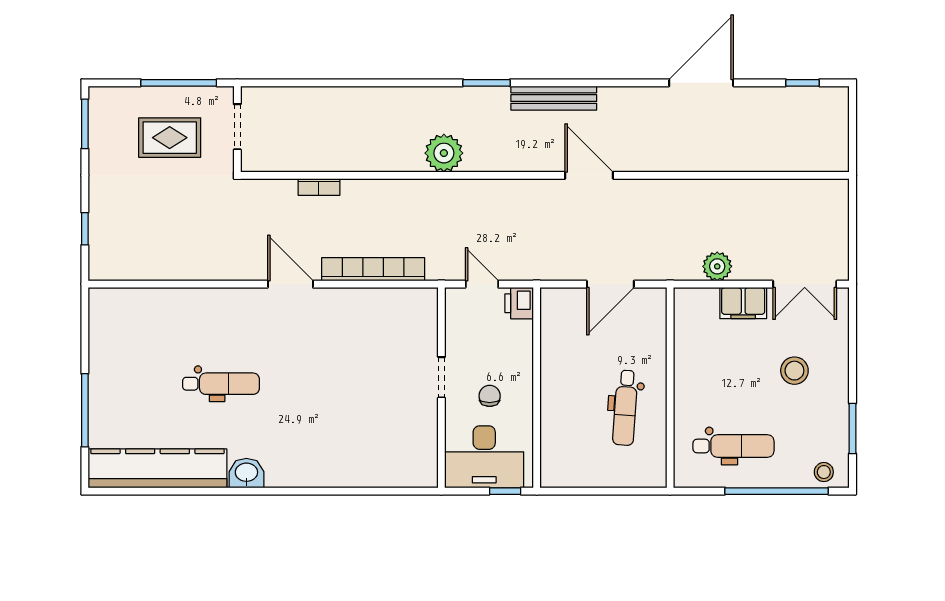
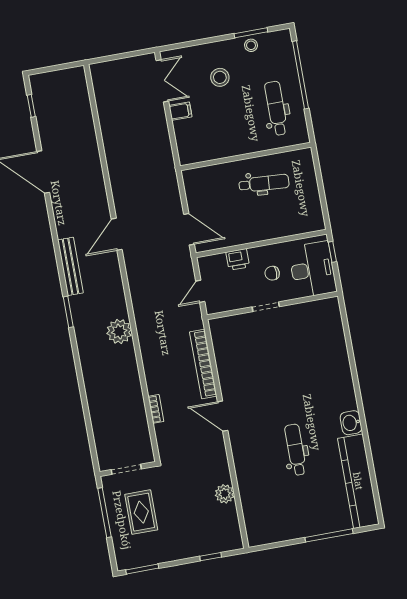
plant: (717, 266) -> (225, 494), moved
door: (290, 284) -> (223, 416), hinge flipped
door: (610, 284) -> (189, 229), moved
printer: (519, 303) -> (238, 259), moved
filing cabinet: (743, 303) -> (180, 111), width x0.50
stool: (824, 472) -> (251, 45), moved

